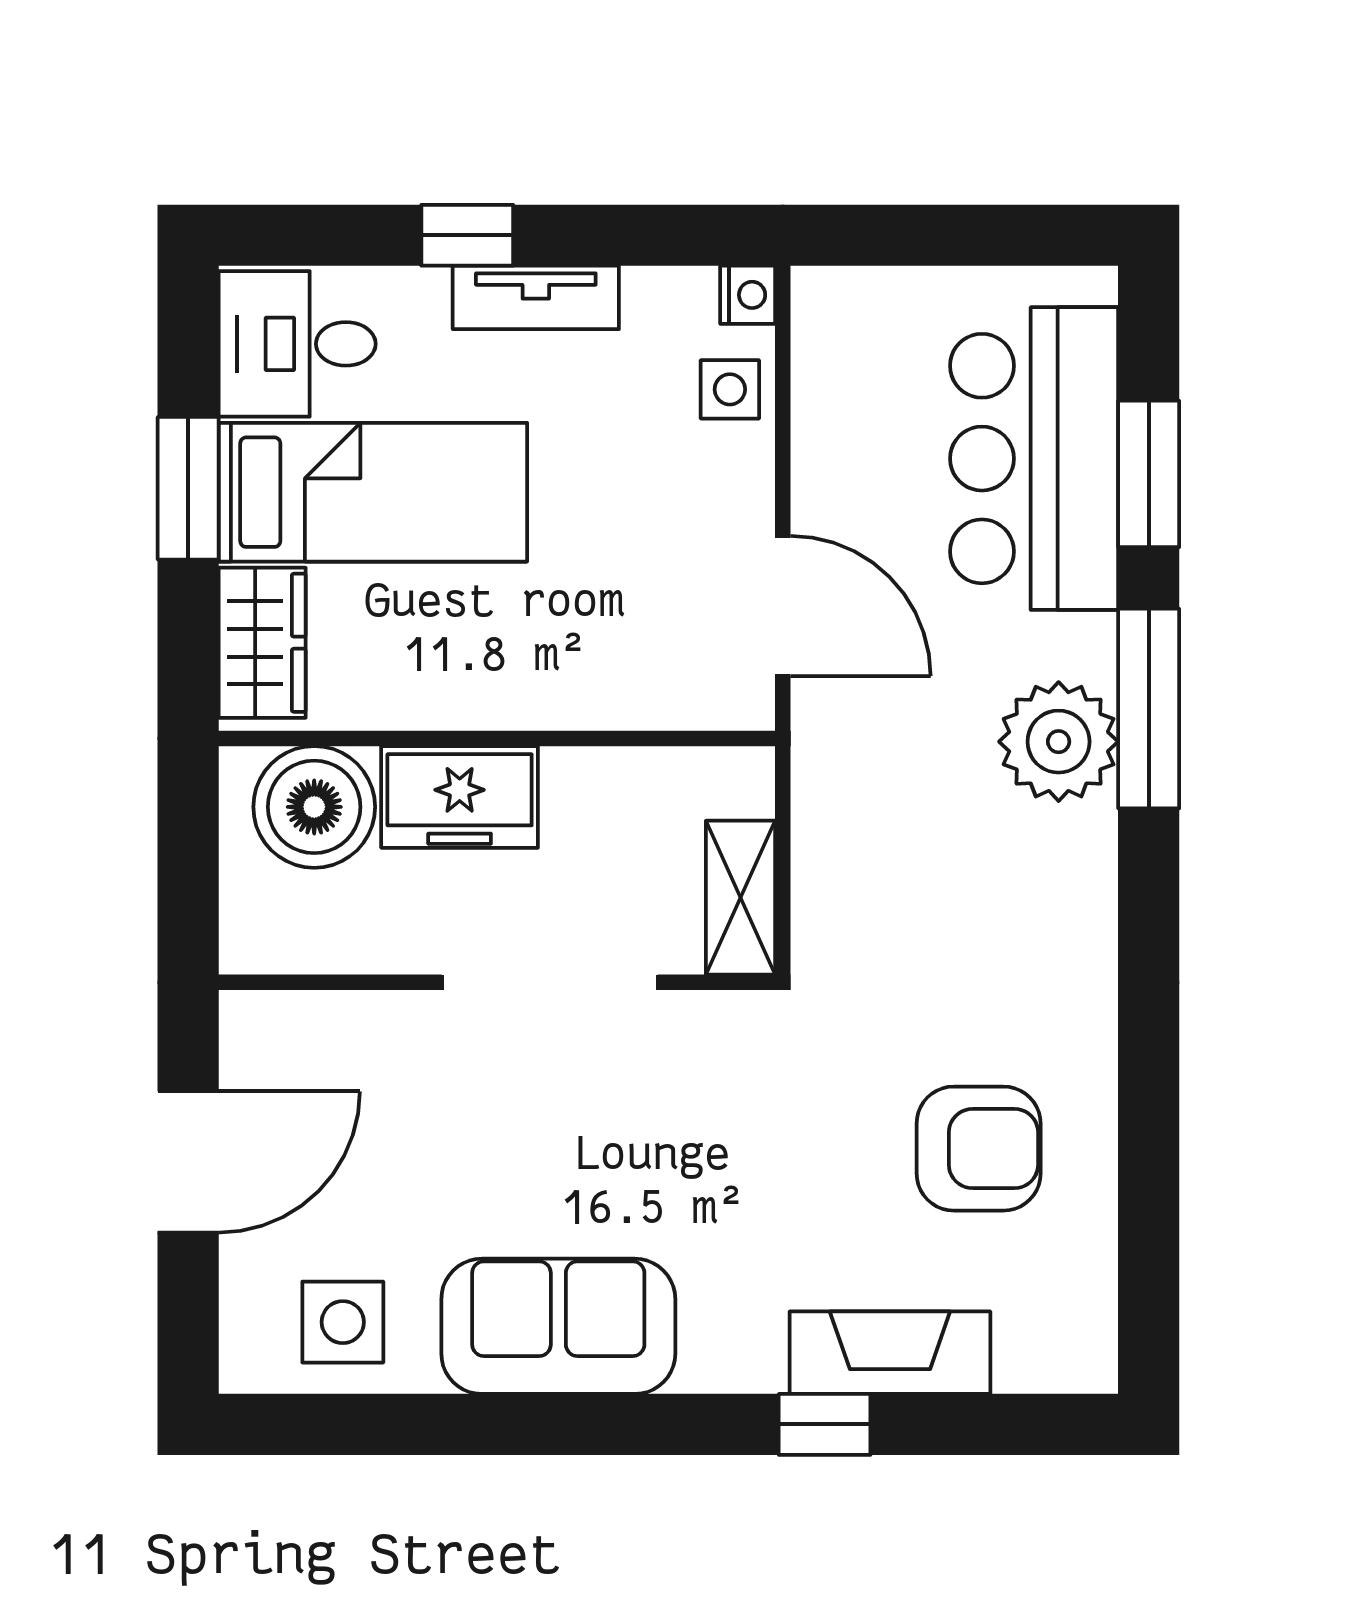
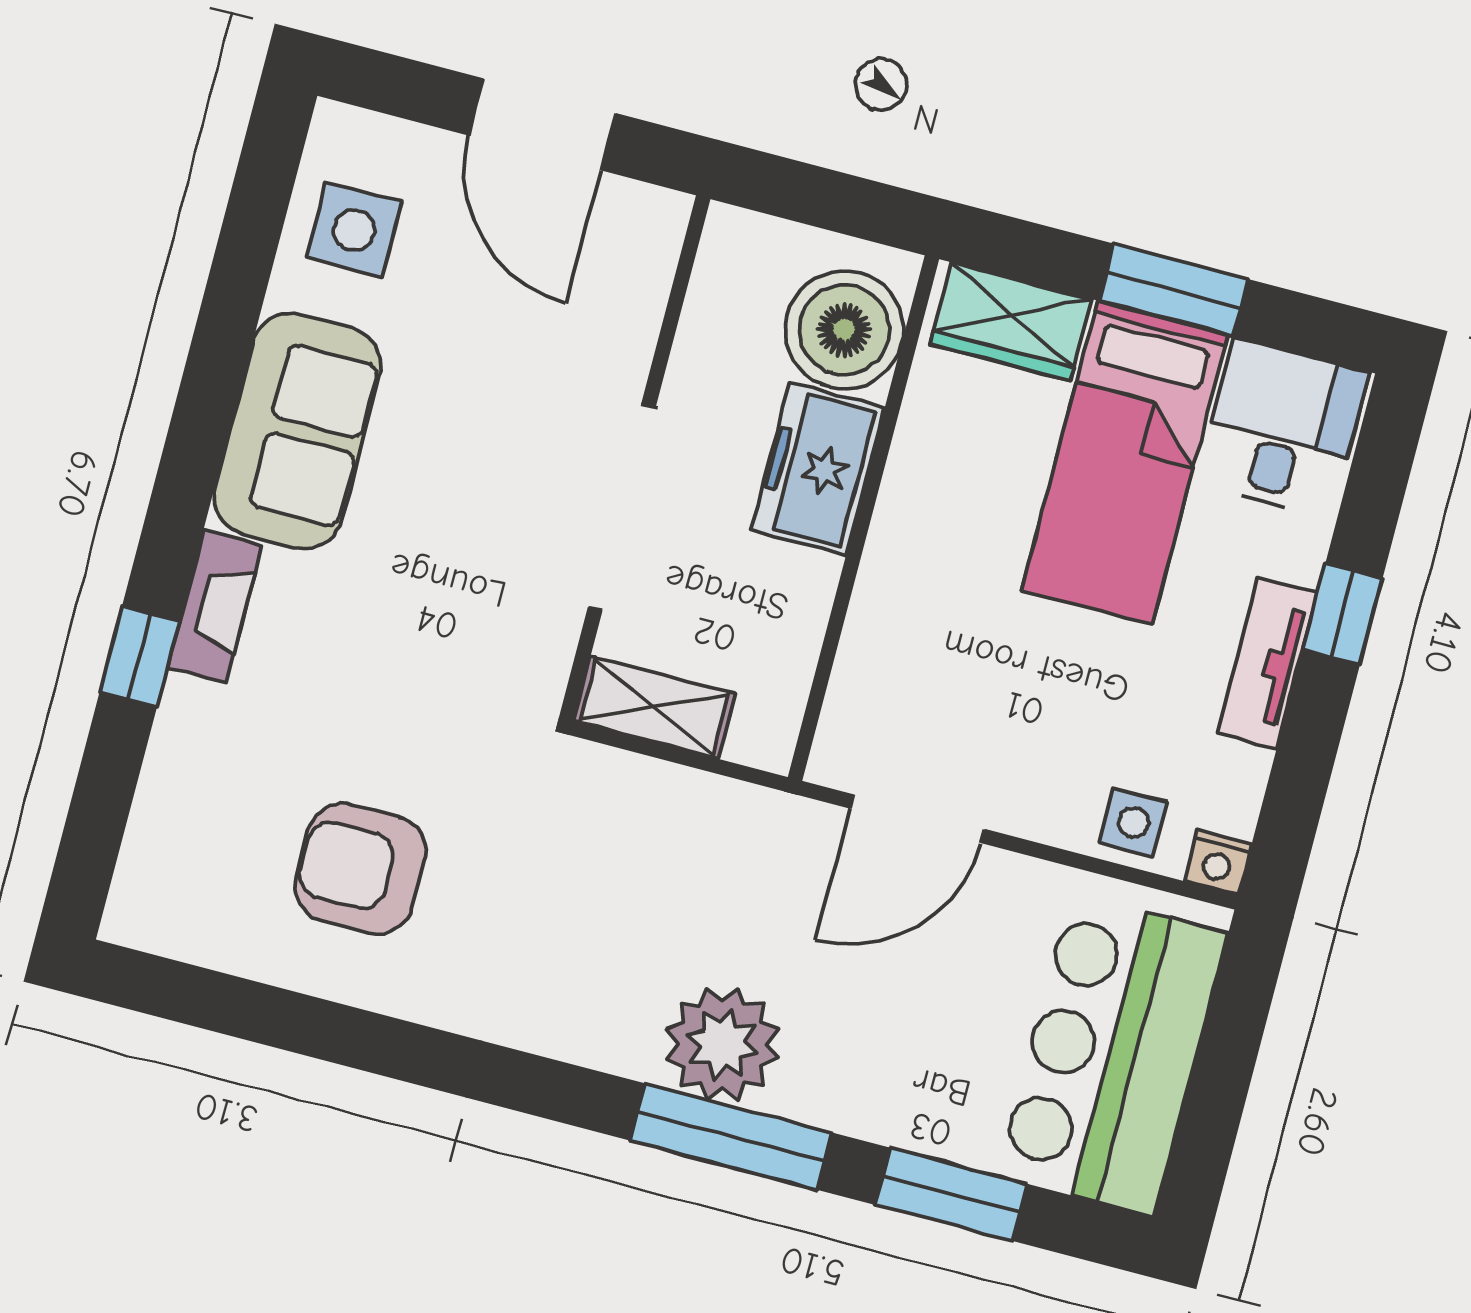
bar counter: (1034, 459) -> (1112, 1054), moved, turned -90
armchair: (979, 1149) -> (360, 869), turned 90
fireplace: (890, 1353) -> (215, 606), moved, width x0.73, depth x0.76

